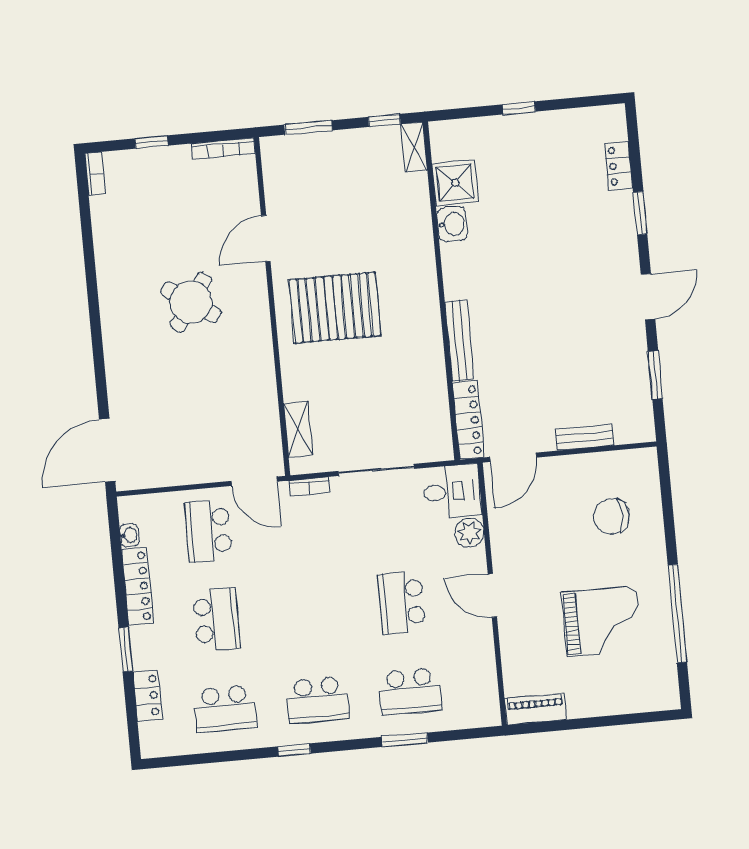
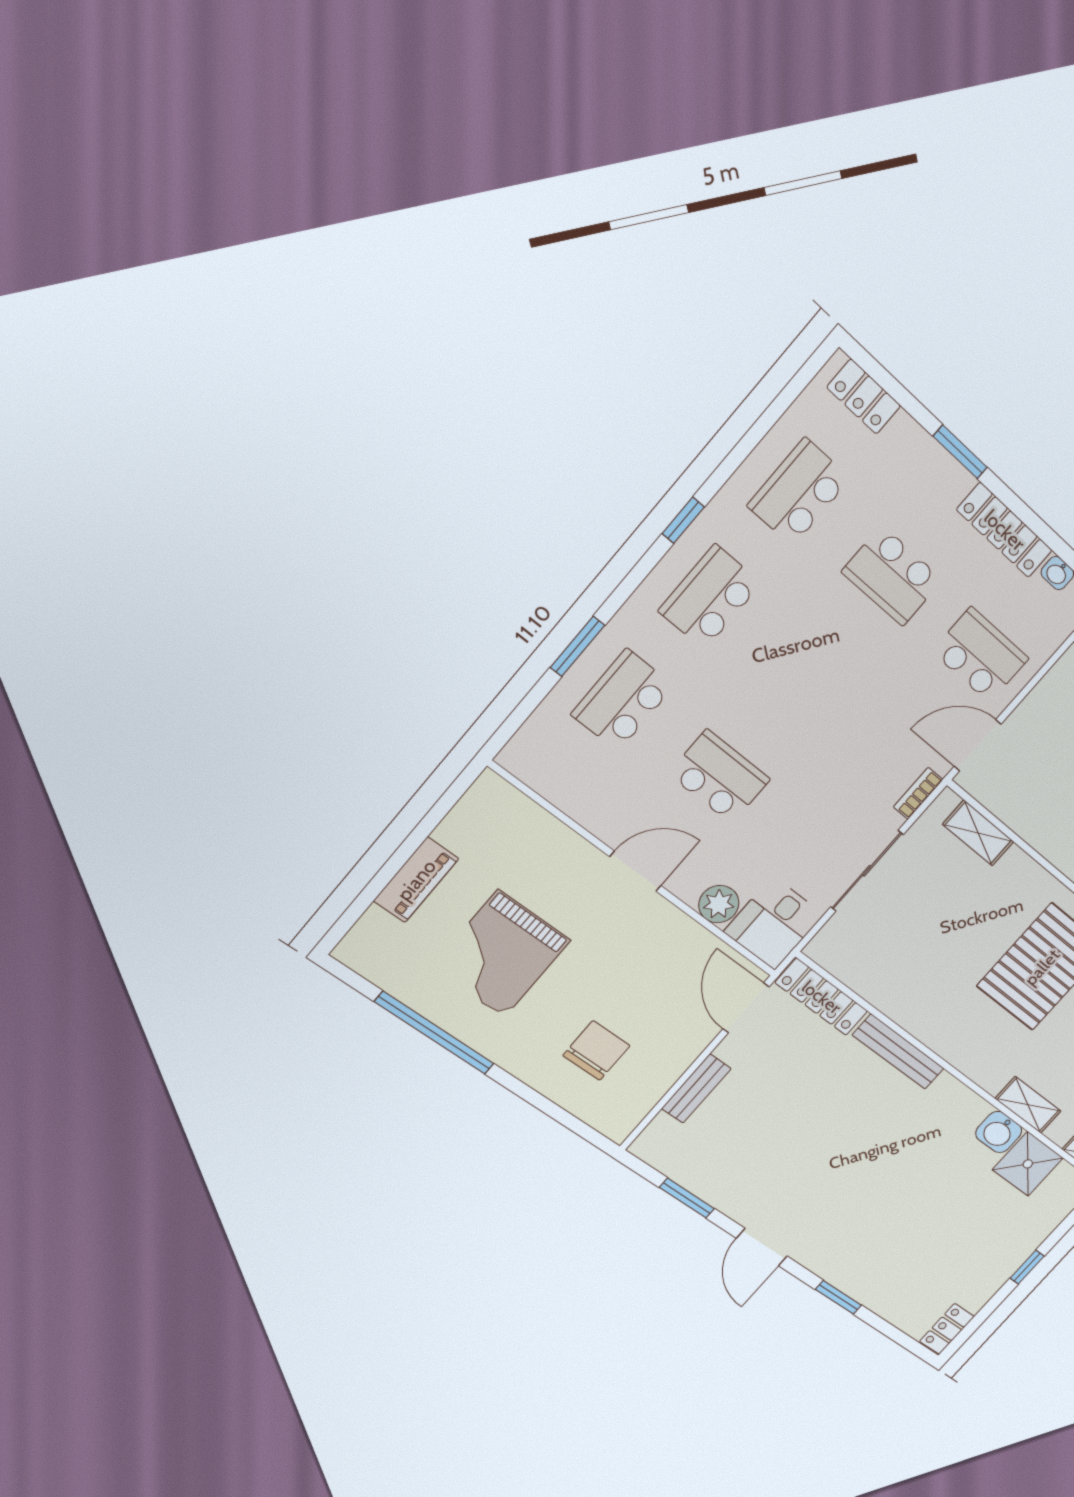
locker: (619, 166) -> (947, 1329), moved, turned -90
shelving: (420, 224) -> (1028, 1105), added
locker: (148, 696) -> (864, 397), moved
piano: (536, 709) -> (416, 880), moved

